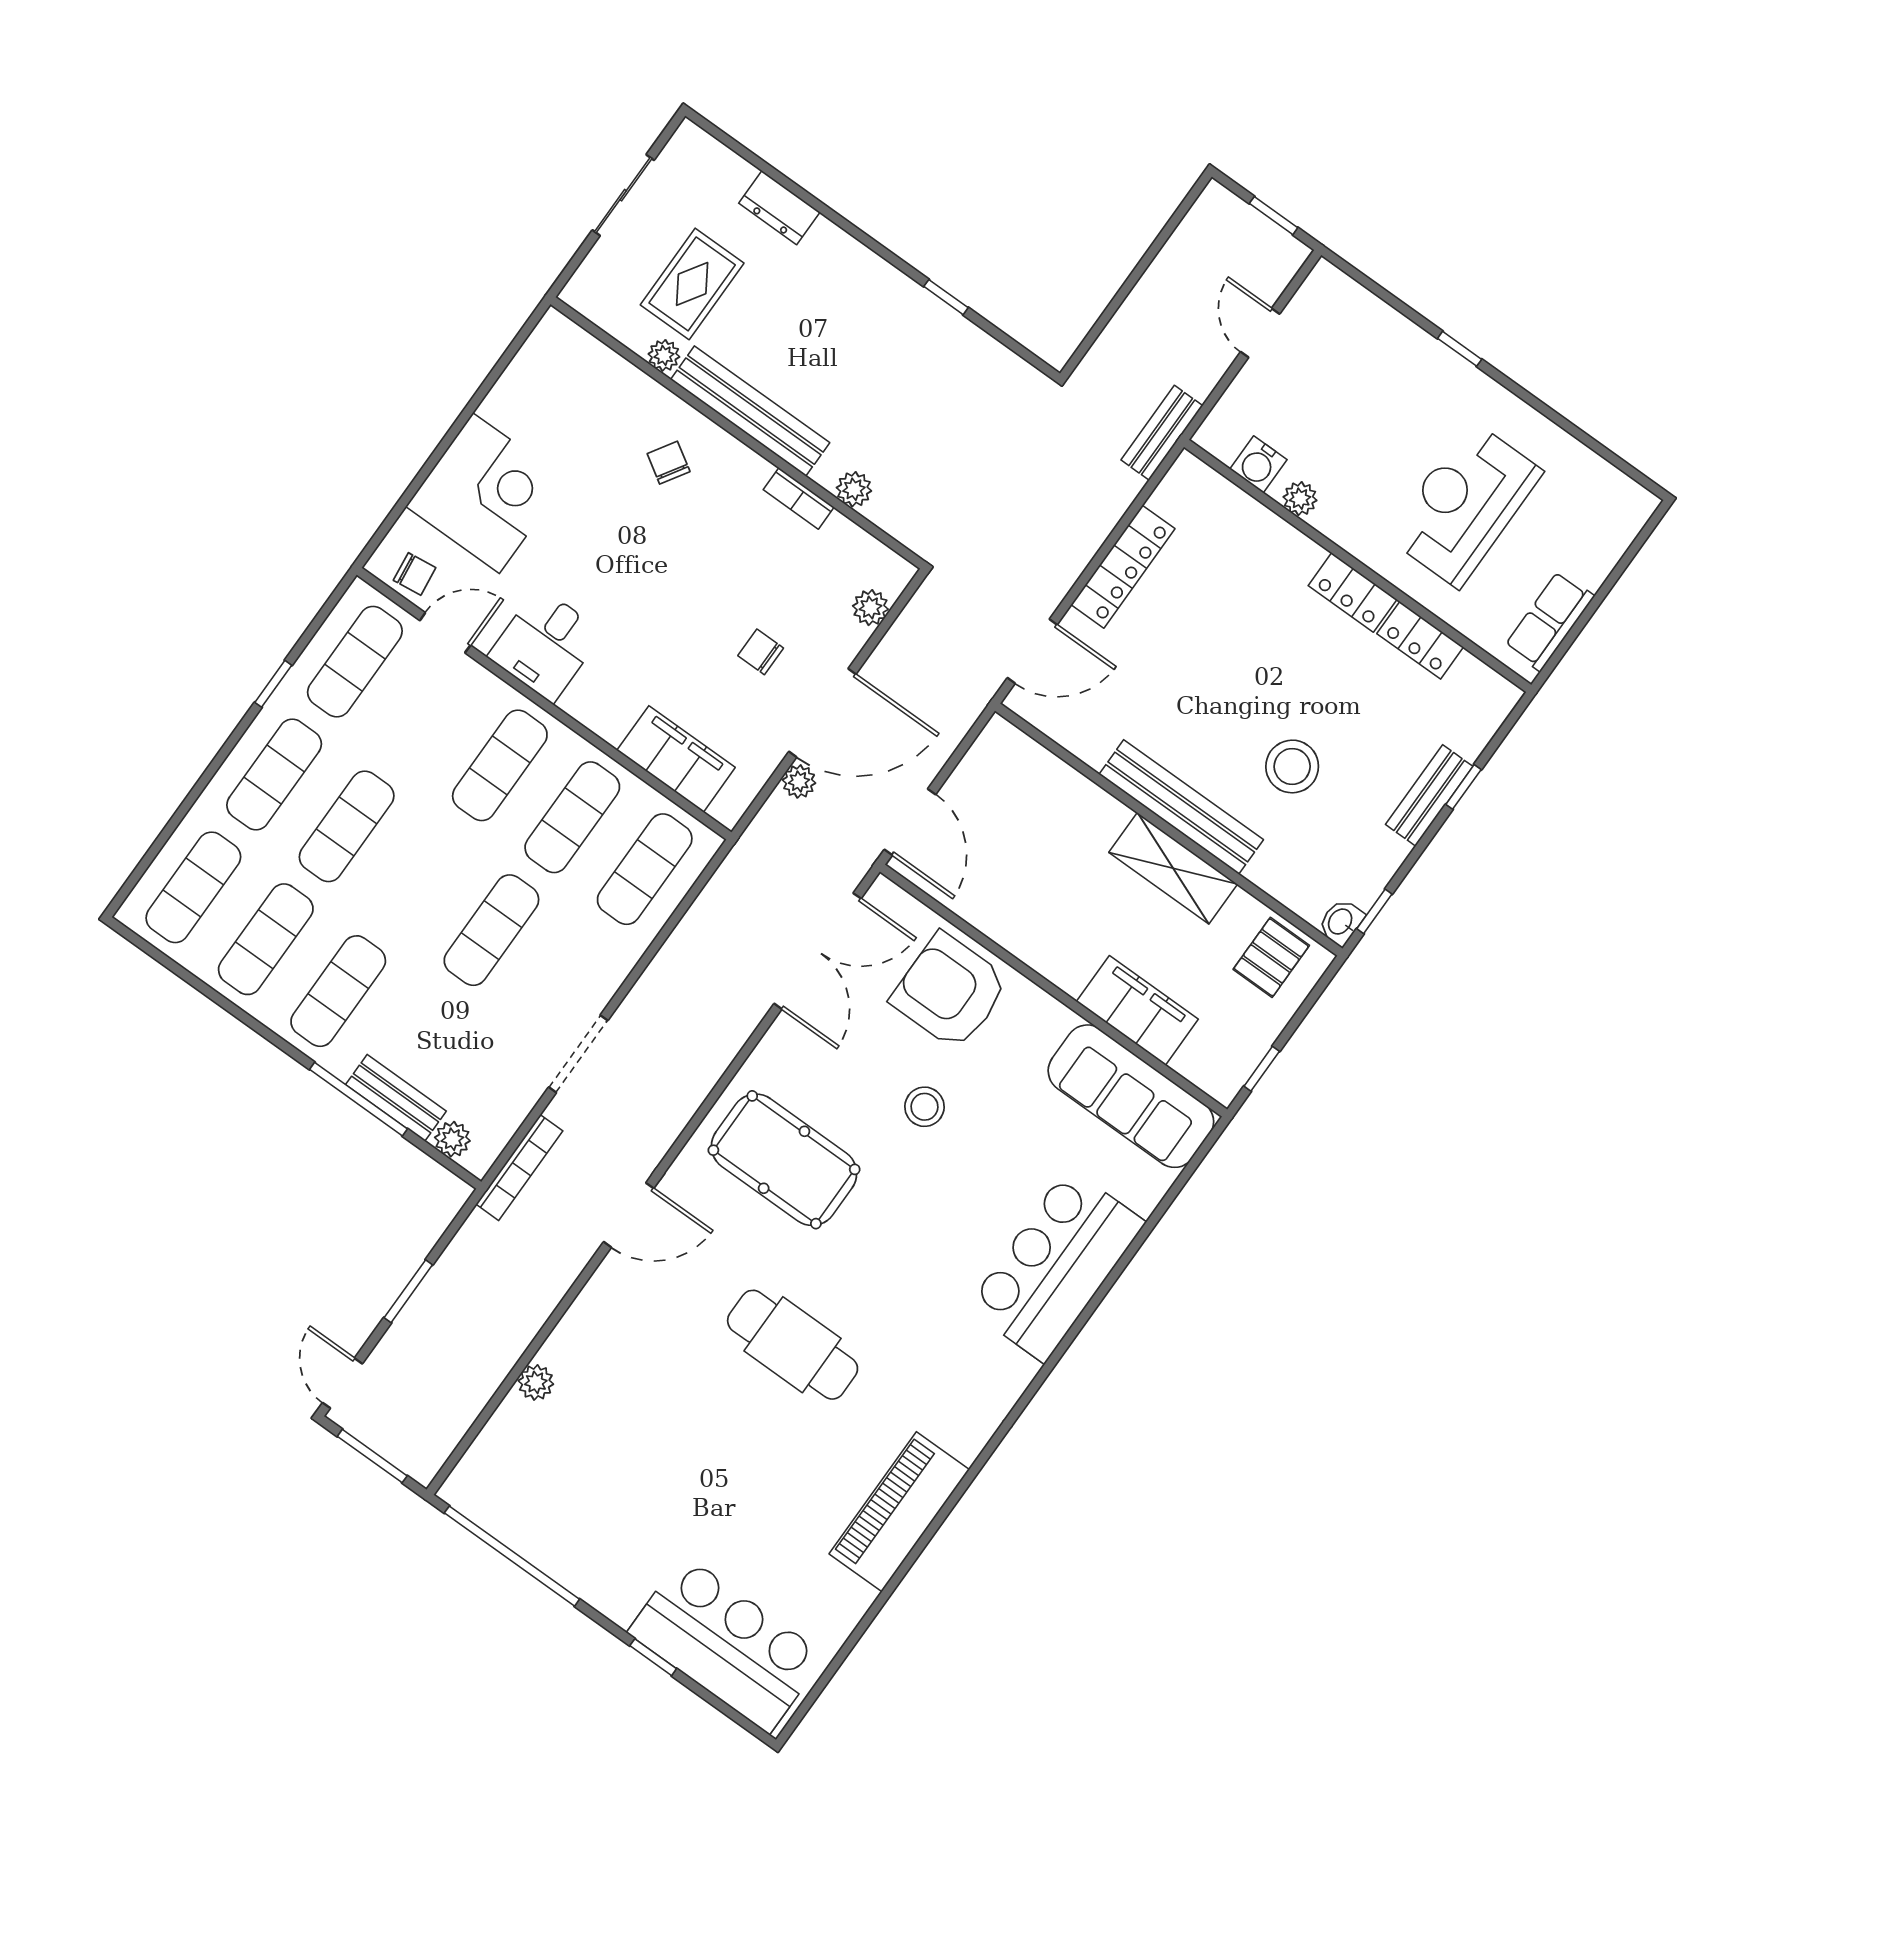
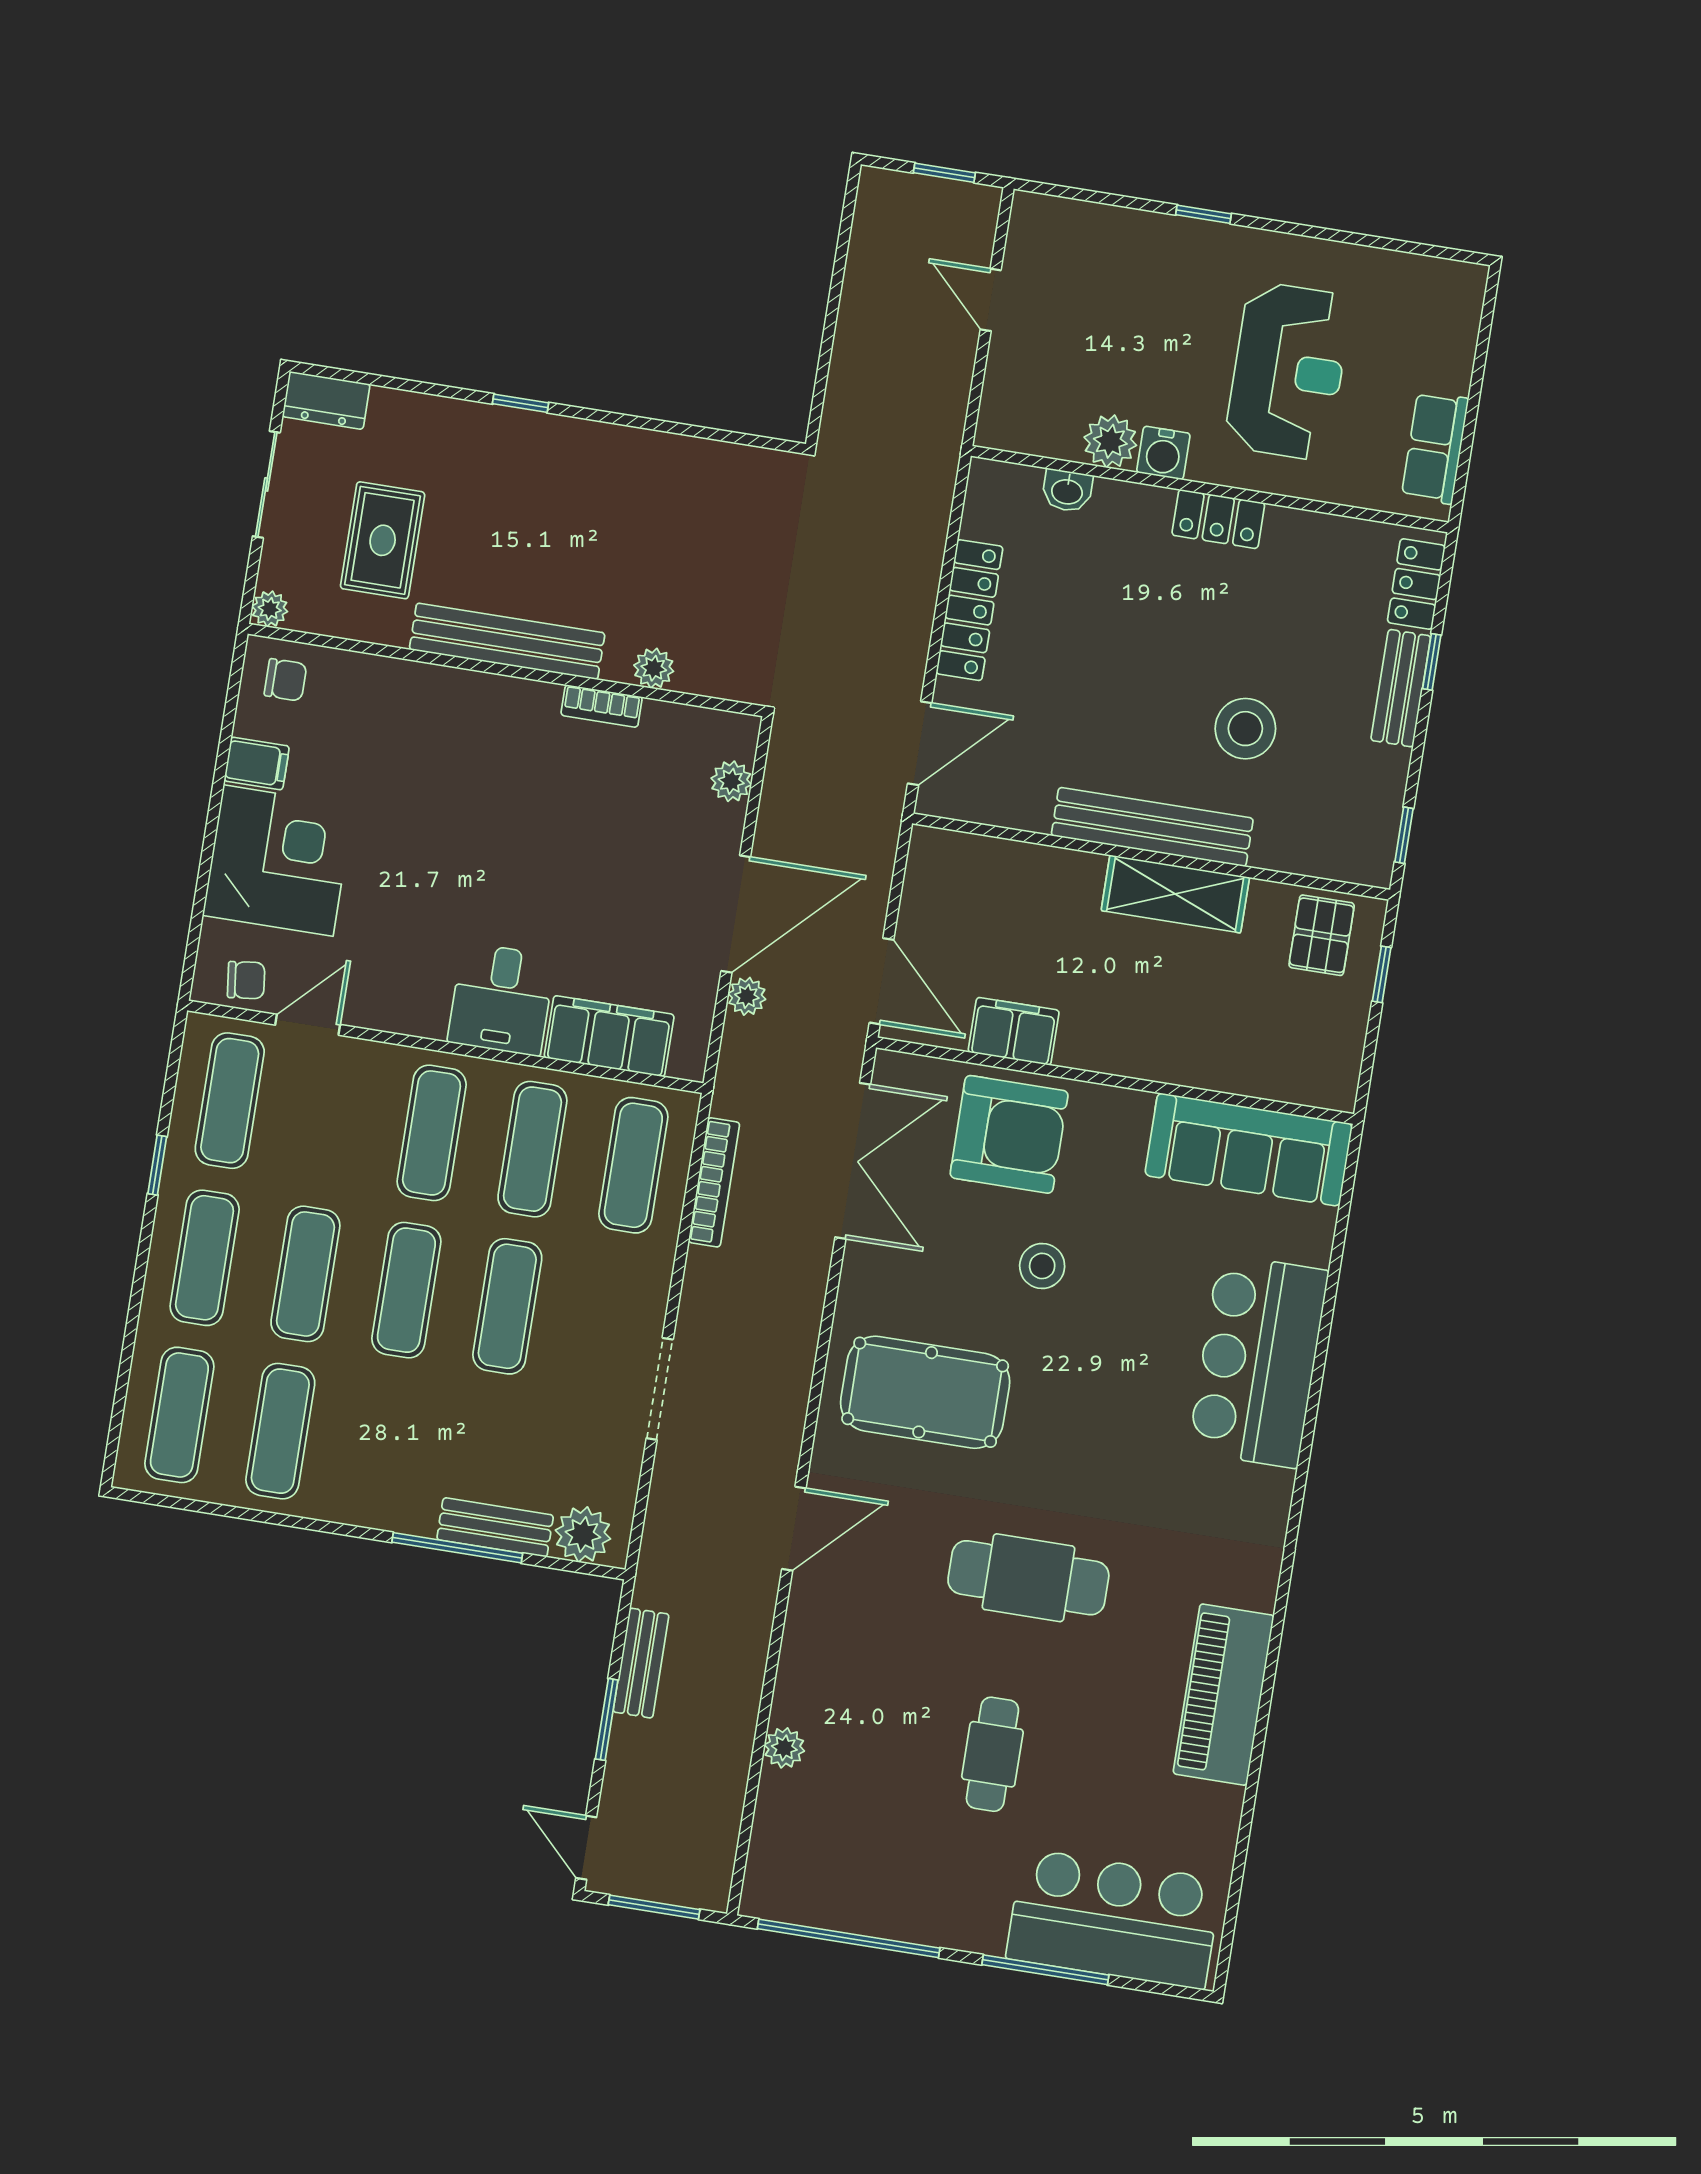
dresser: (779, 208) -> (326, 400), moved
window: (946, 297) -> (521, 403), moved
plant: (664, 355) -> (270, 609), moved
filing cabinet: (507, 409) -> (257, 763), added
bench: (1162, 433) -> (641, 1663), moved
chair: (669, 463) -> (285, 680), moved, turned 148
water cooler: (1258, 464) -> (1163, 453), moved
plant: (1300, 499) -> (1110, 441), width x1.38, depth x1.38
reception desk: (1465, 504) -> (1288, 371), turned 180
locker: (1420, 640) -> (1416, 584), moved, turned 90
desk: (545, 645) -> (501, 999), moved
chair: (761, 652) -> (641, 883), removed
washbasin: (1341, 922) -> (1067, 491), moved, turned -90
exercise mat: (338, 991) -> (406, 1290), moved
armchair: (950, 991) -> (1009, 1134), turned 180
filing cabinet: (1137, 1010) -> (1014, 1031), moved, width x0.67, depth x0.86
window: (1262, 1069) -> (1382, 974), moved
plant: (452, 1139) -> (583, 1535), width x1.38, depth x1.38
bookcase: (519, 1168) -> (714, 1182), moved
cafe table: (696, 1468) -> (992, 1754), added
window: (653, 1657) -> (1045, 1970), width x2.17

